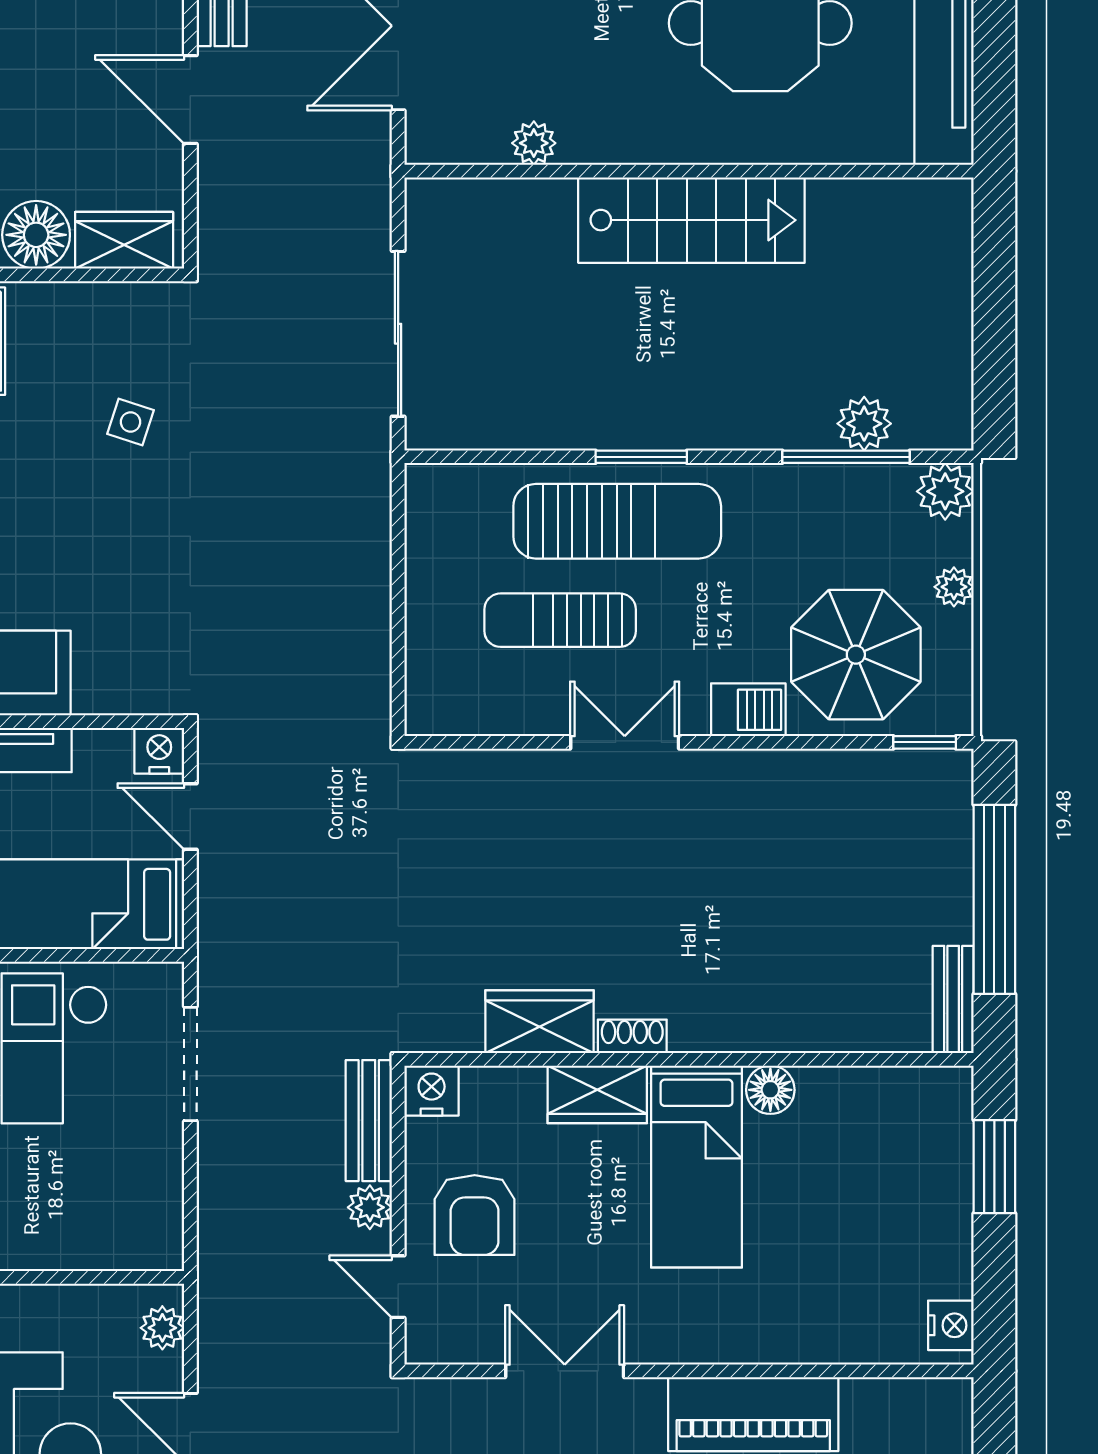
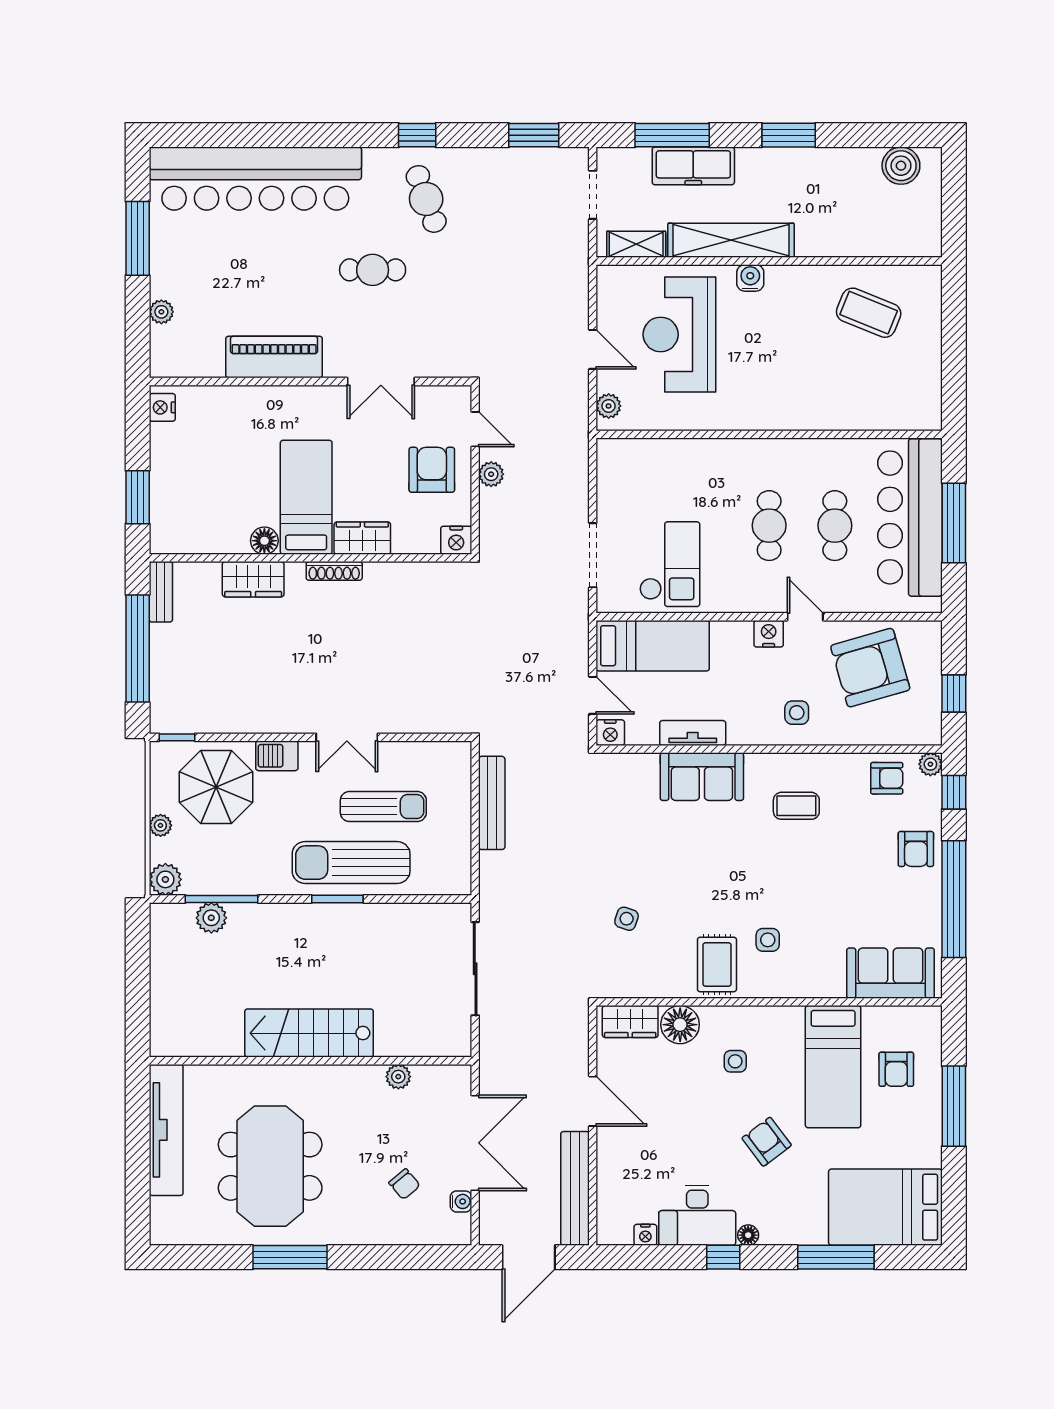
wardrobe: (540, 1022) -> (253, 579), moved
shoe rack: (632, 1036) -> (334, 571), width x1.43
bench: (369, 1121) -> (492, 803), moved, width x1.36

